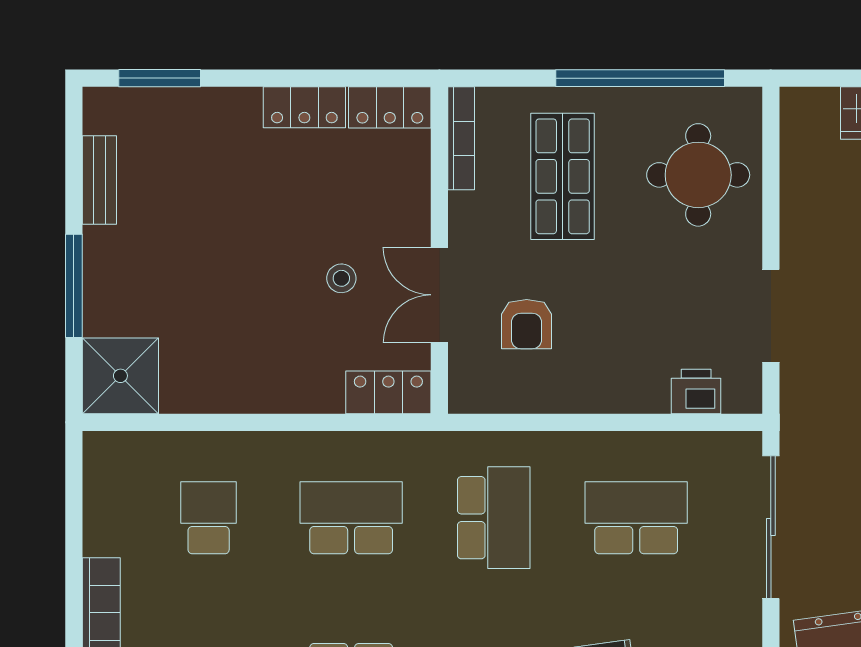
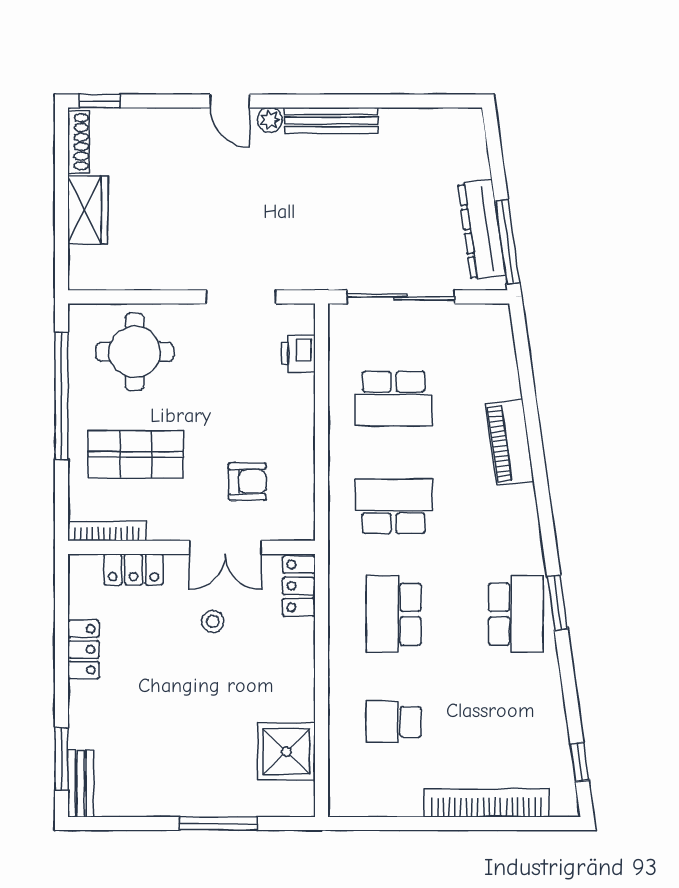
locker: (390, 107) -> (133, 569), moved, turned 90
bench: (99, 180) -> (81, 784), moved, turned 90
shower: (120, 376) -> (286, 752), moved
school desk: (636, 518) -> (394, 399), turned -90

